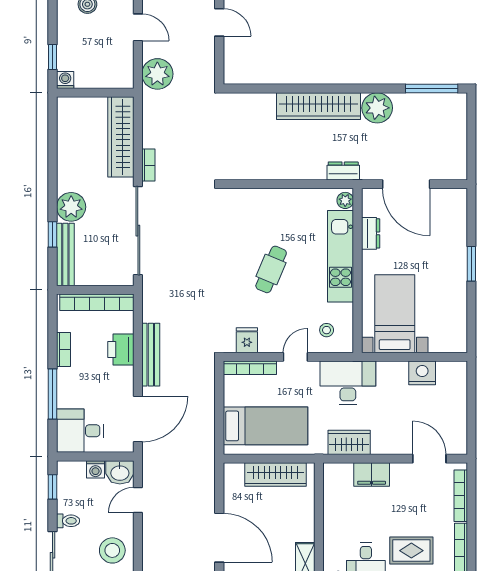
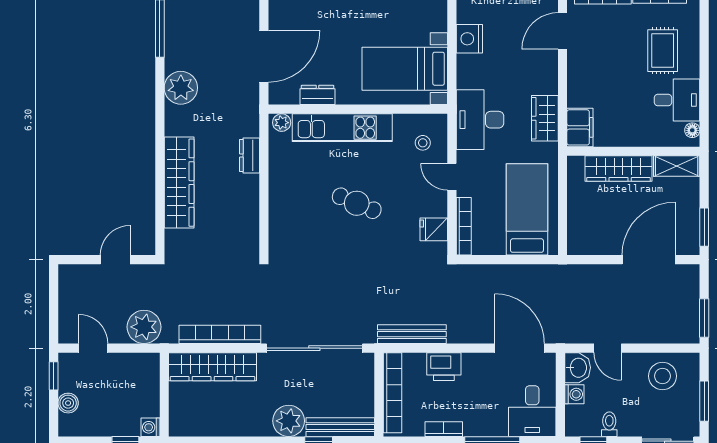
door: (219, 22) -> (115, 260), moved
door: (138, 27) -> (93, 348), hinge flipped
wardrobe: (318, 106) -> (179, 183), moved
bookcase: (148, 165) -> (220, 334), width x2.31, depth x1.31
dresser: (343, 171) -> (249, 155), moved
bench: (151, 355) -> (412, 334), moved
wardrobe: (275, 474) -> (619, 169), moved, turned 90
filing cabinet: (372, 474) -> (580, 127), moved
toilet: (68, 521) -> (609, 424), moved

